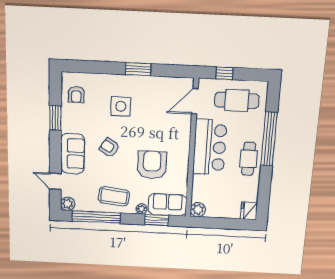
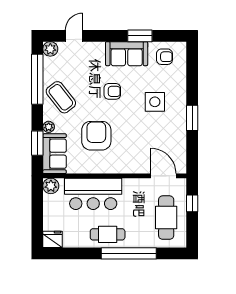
armchair: (76, 95) -> (164, 57), turned 180
bar counter: (210, 147) -> (93, 194), moved
armchair: (109, 148) -> (112, 91), turned 57
sofa: (73, 154) -> (127, 54), moved
armchair: (152, 165) -> (96, 136), turned -90
coffee table: (114, 196) -> (61, 97), turned -44

